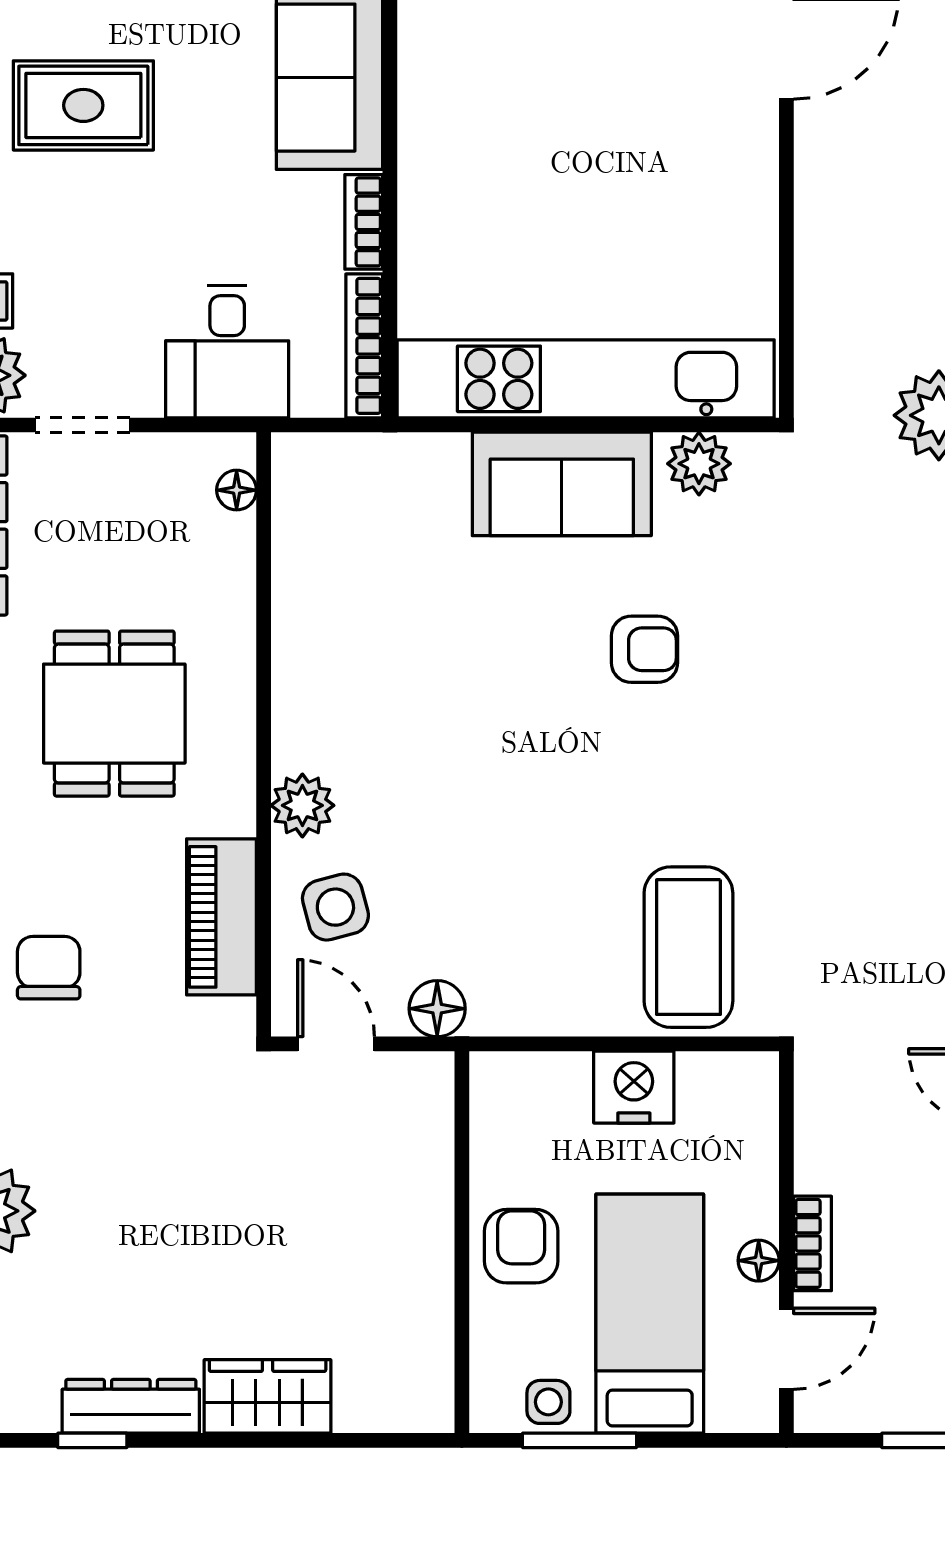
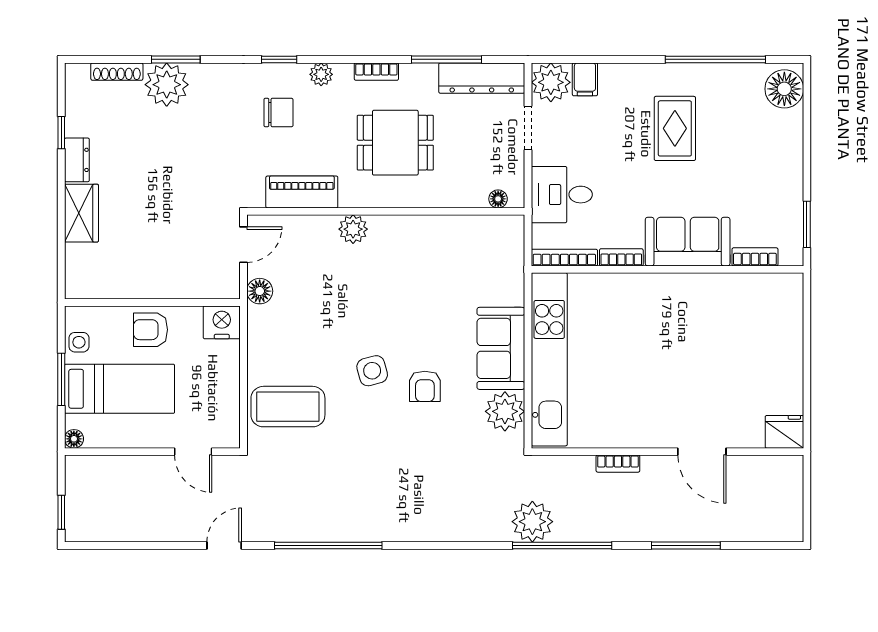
plant: (699, 464) -> (505, 411), width x1.36, depth x1.36
side table: (335, 907) -> (372, 371), moved
nightstand: (634, 1087) -> (222, 322), moved, turned -90
bookcase: (812, 1243) -> (618, 464), moved
armchair: (521, 1246) -> (150, 330), turned 180
floor lamp: (759, 1261) -> (74, 439), moved
door: (786, 1349) -> (193, 452), moved
dresser: (131, 1406) -> (77, 160), width x0.70
window: (579, 1440) -> (61, 379), moved

